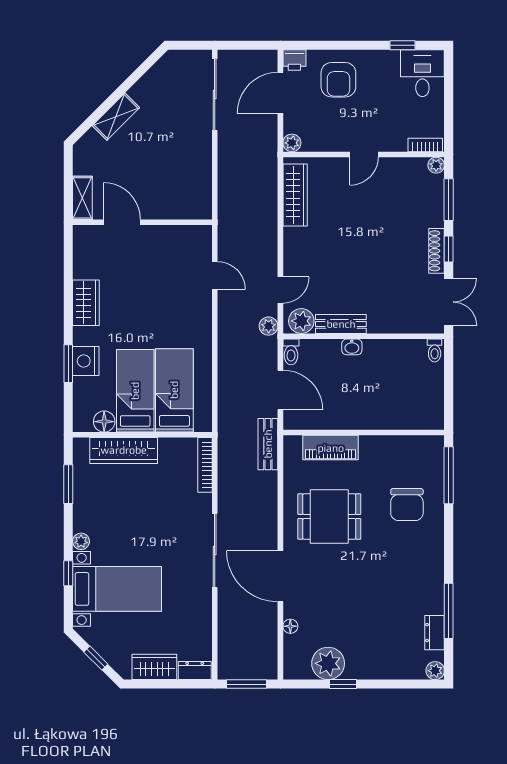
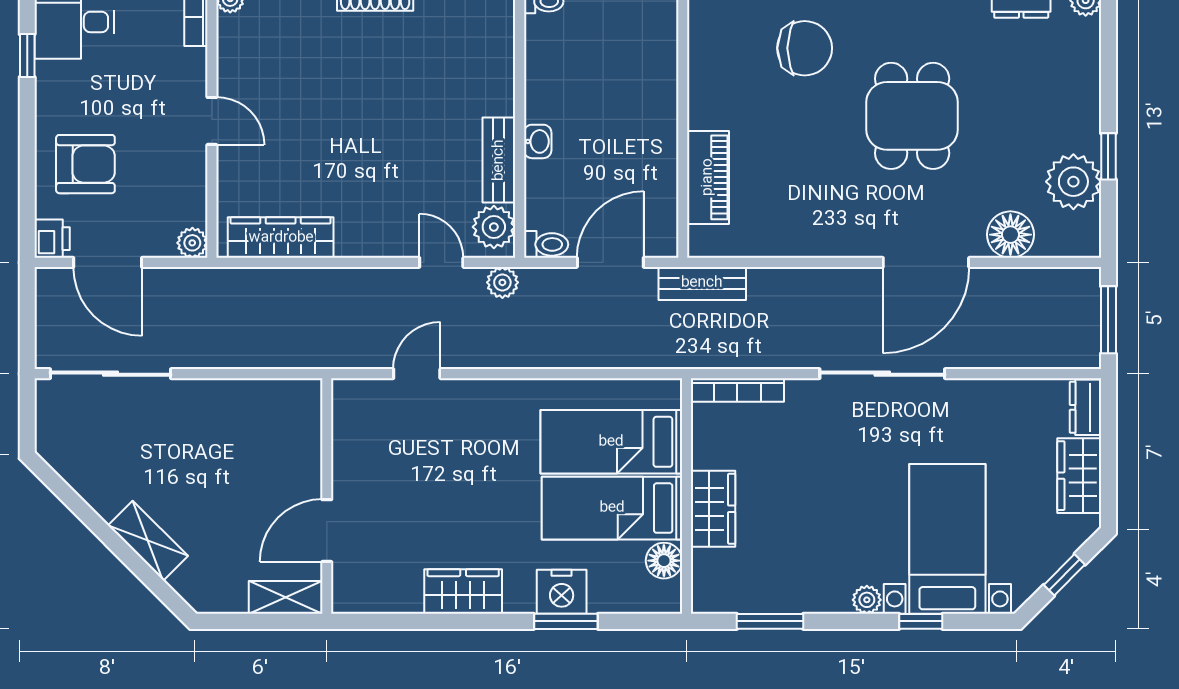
wardrobe: (124, 450) -> (713, 509), width x0.67
dining table: (329, 516) -> (912, 116), moved
floor lamp: (290, 626) -> (1010, 235), width x1.89, depth x1.89

